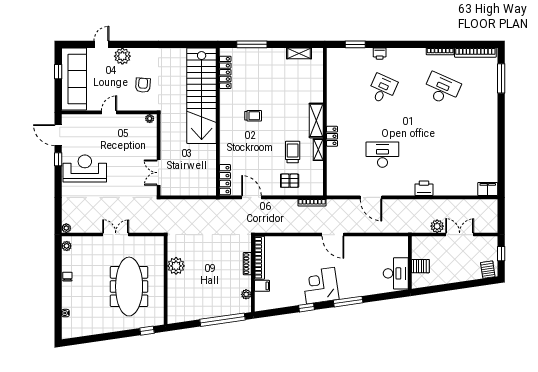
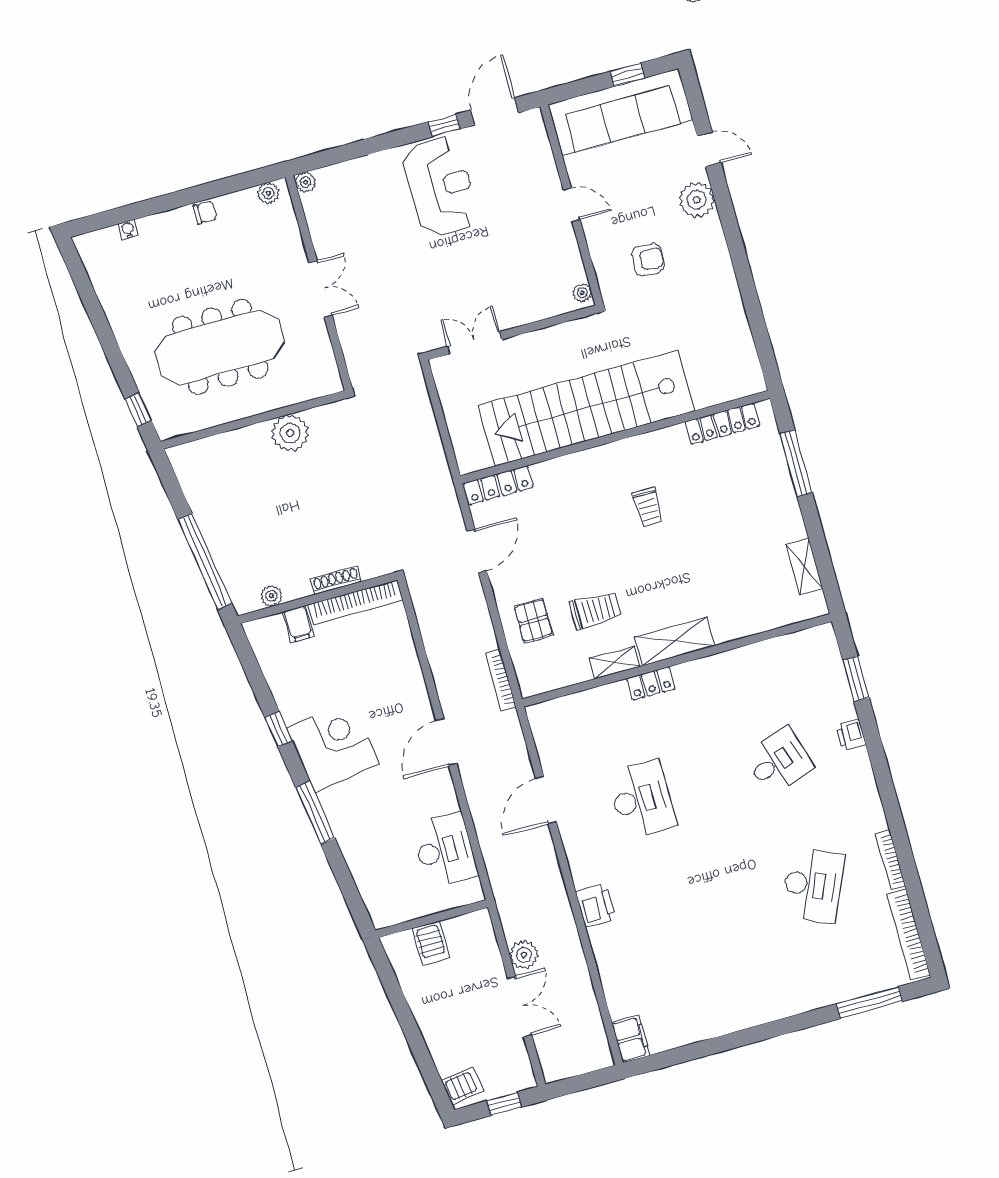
desk: (382, 89) -> (779, 761), turned -42
stairs: (202, 96) -> (587, 408), moved
desk: (396, 273) -> (445, 850), moved, turned -90

